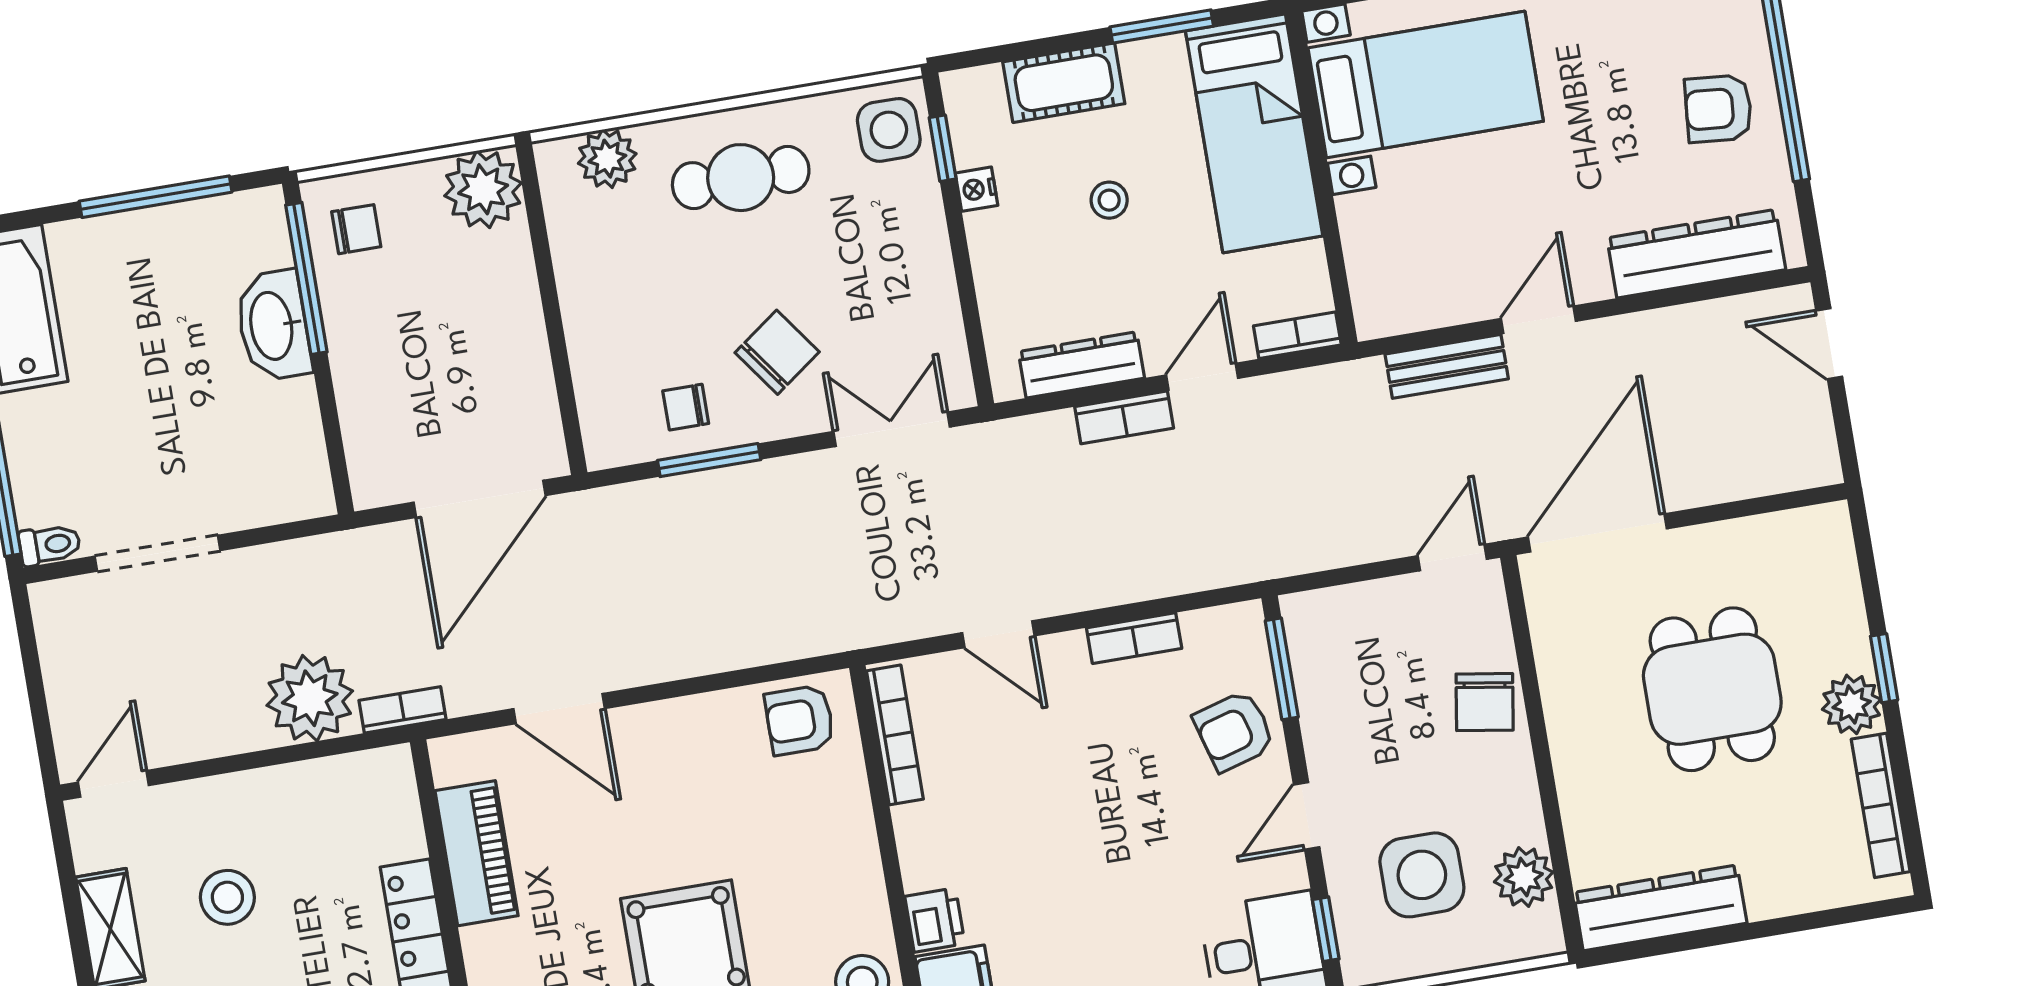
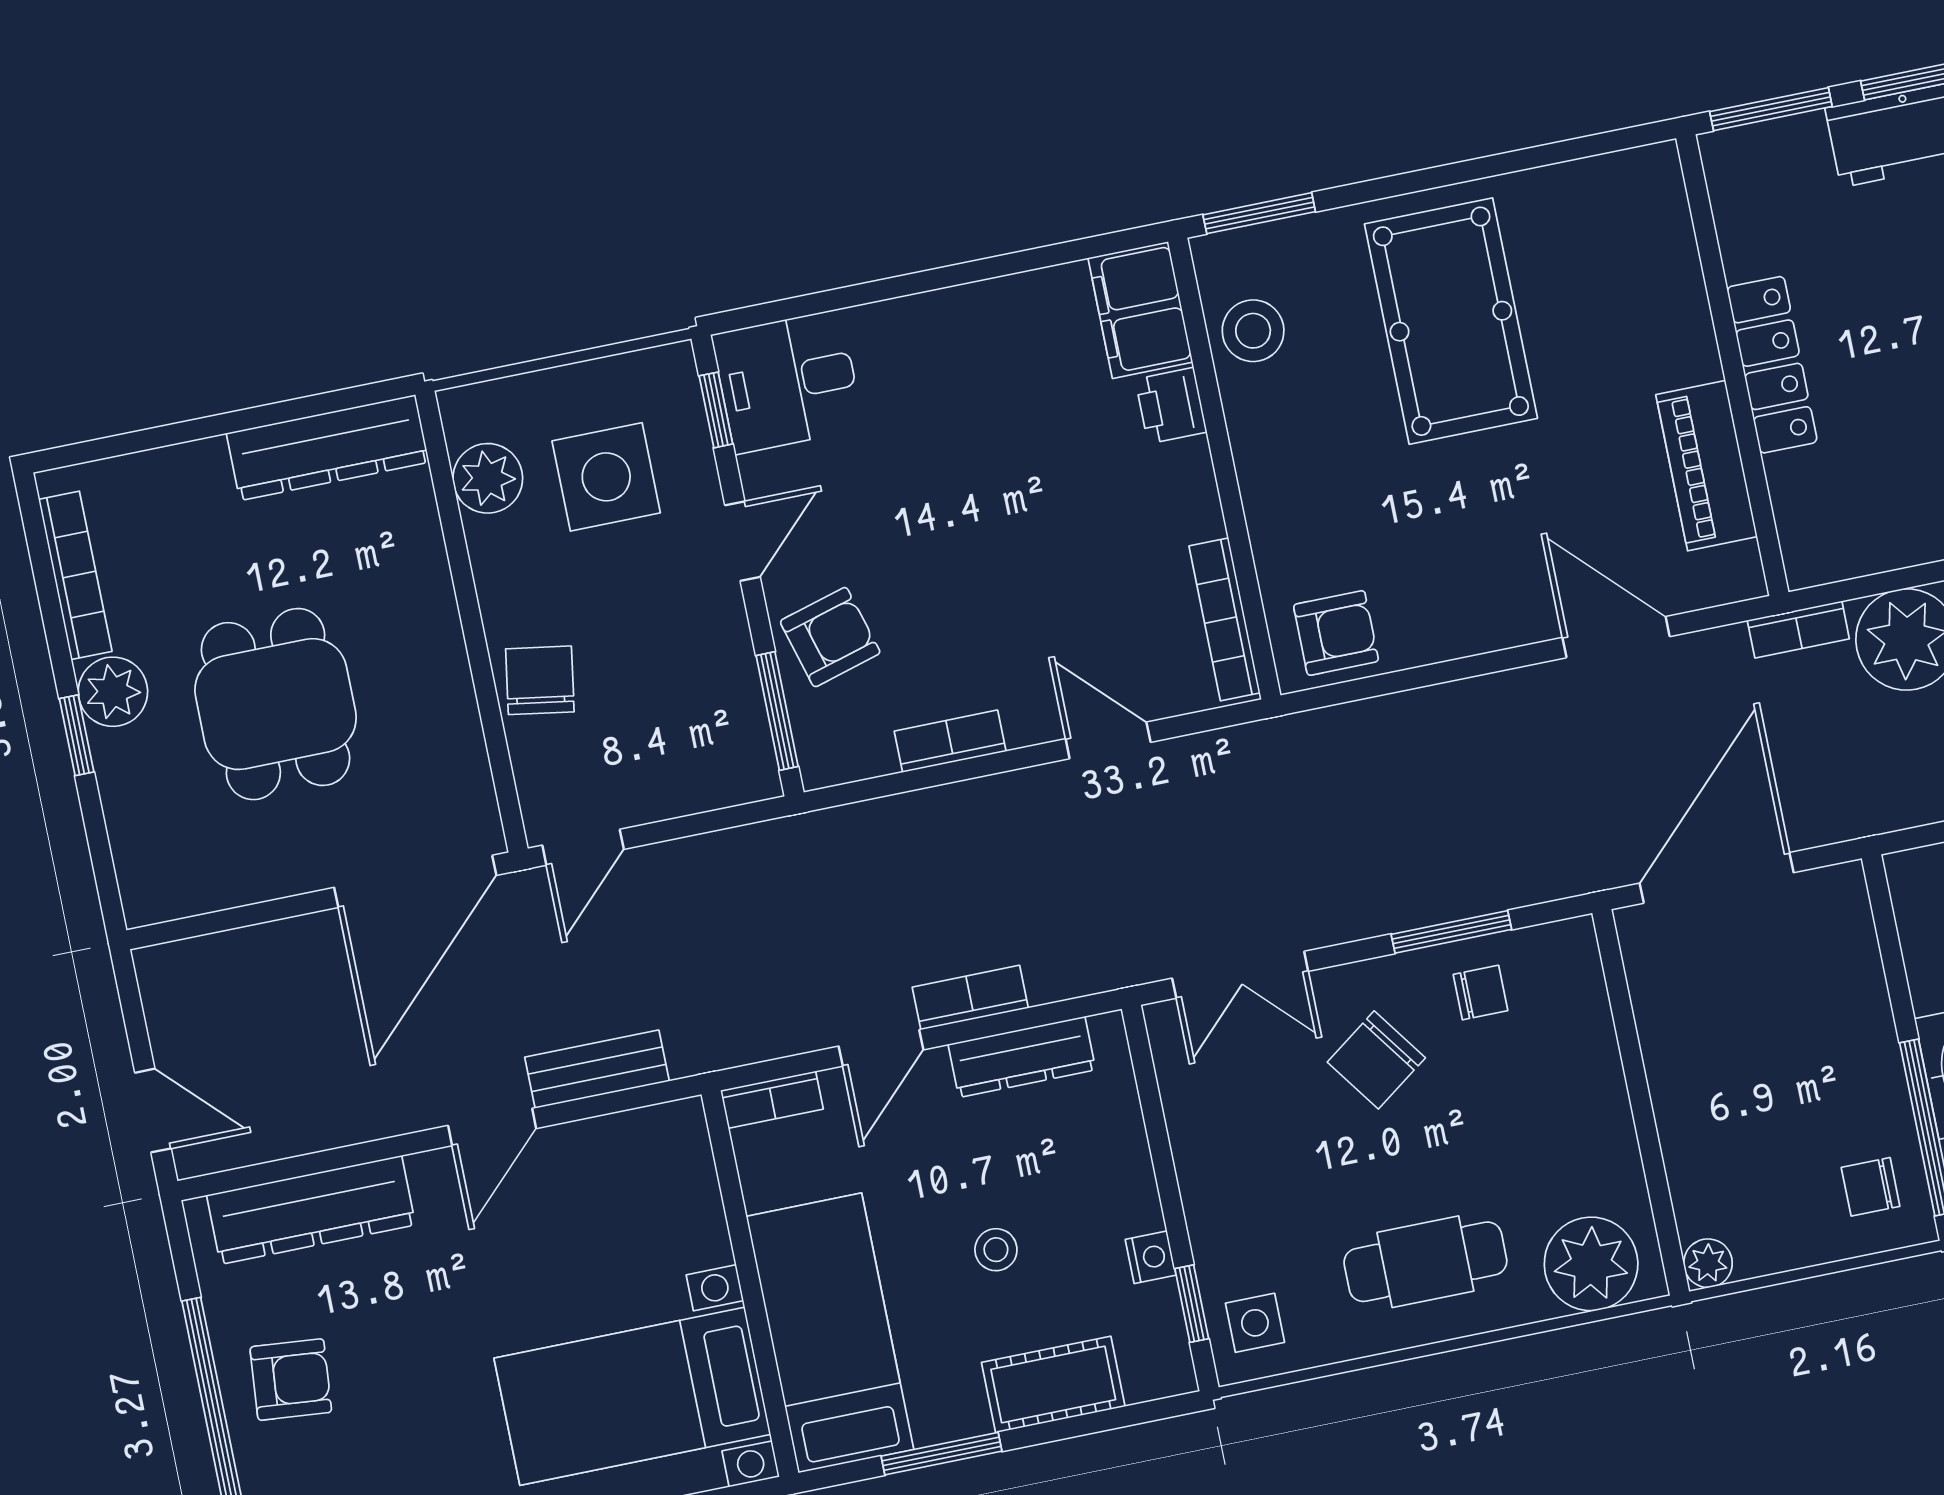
side table: (889, 130) -> (1255, 1323), width x0.73, depth x0.73
plant: (607, 159) -> (1591, 1264), width x1.36, depth x1.36
plant: (483, 189) -> (1708, 1263), width x0.53, depth x0.53

